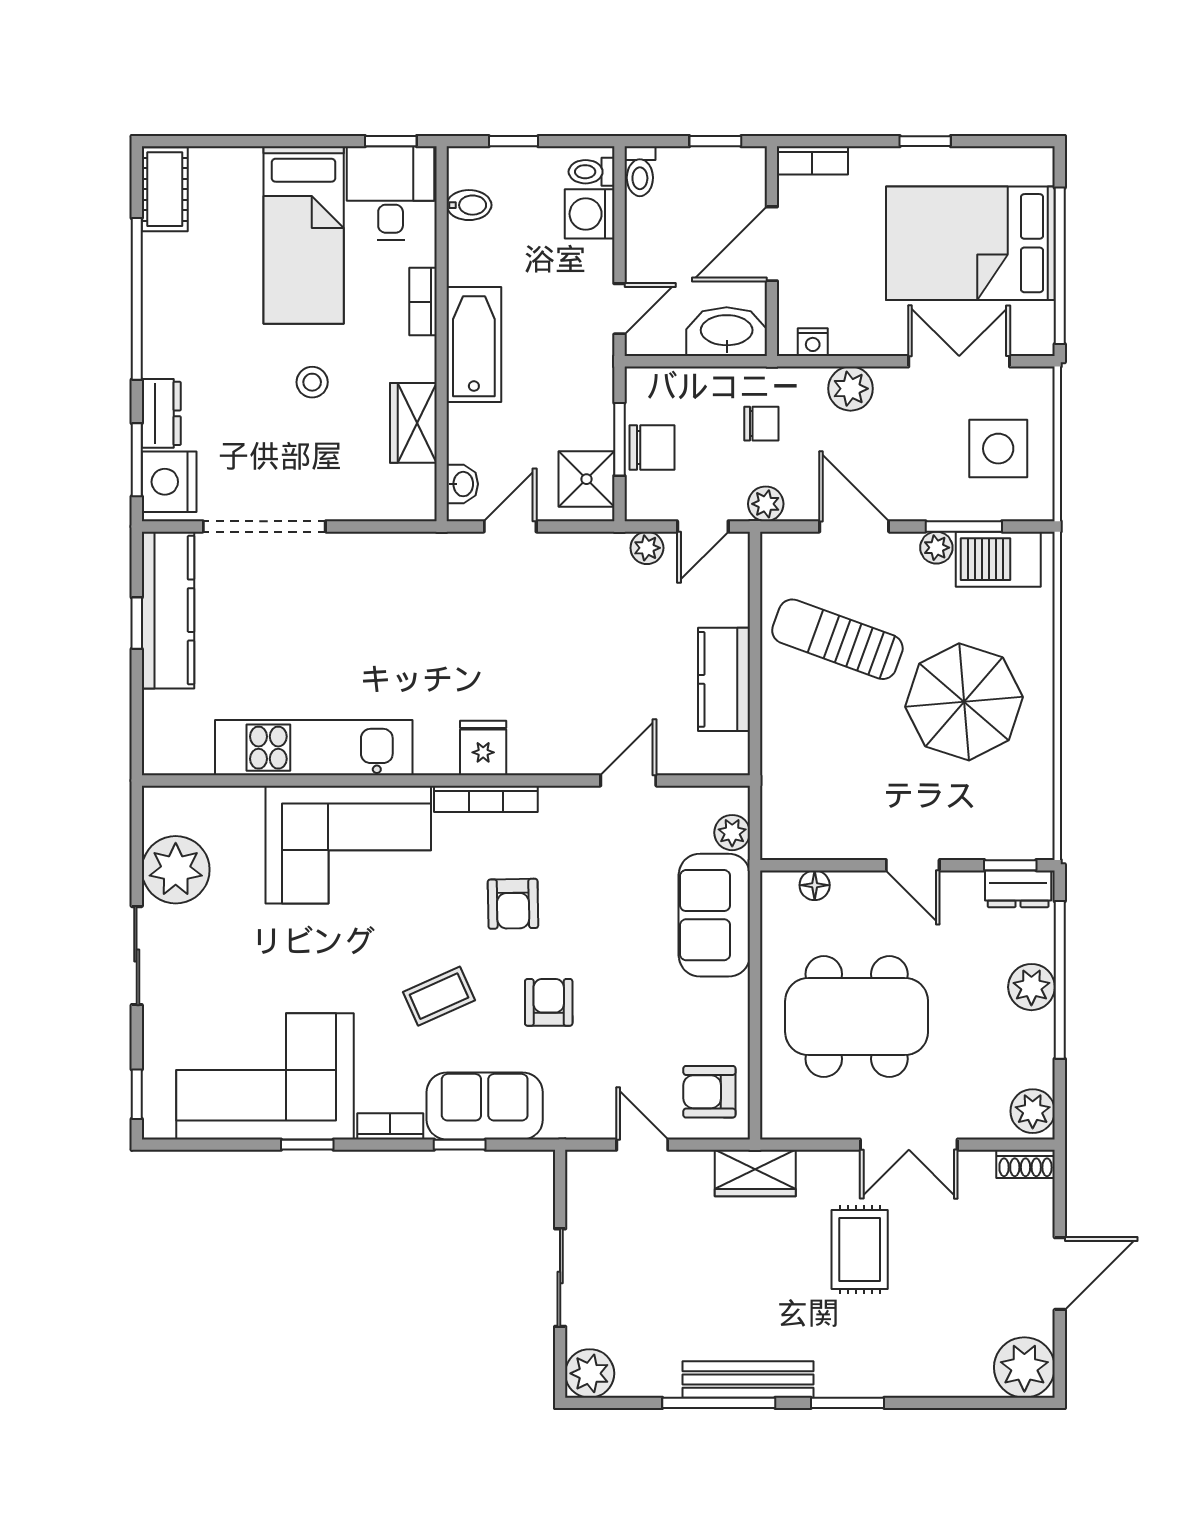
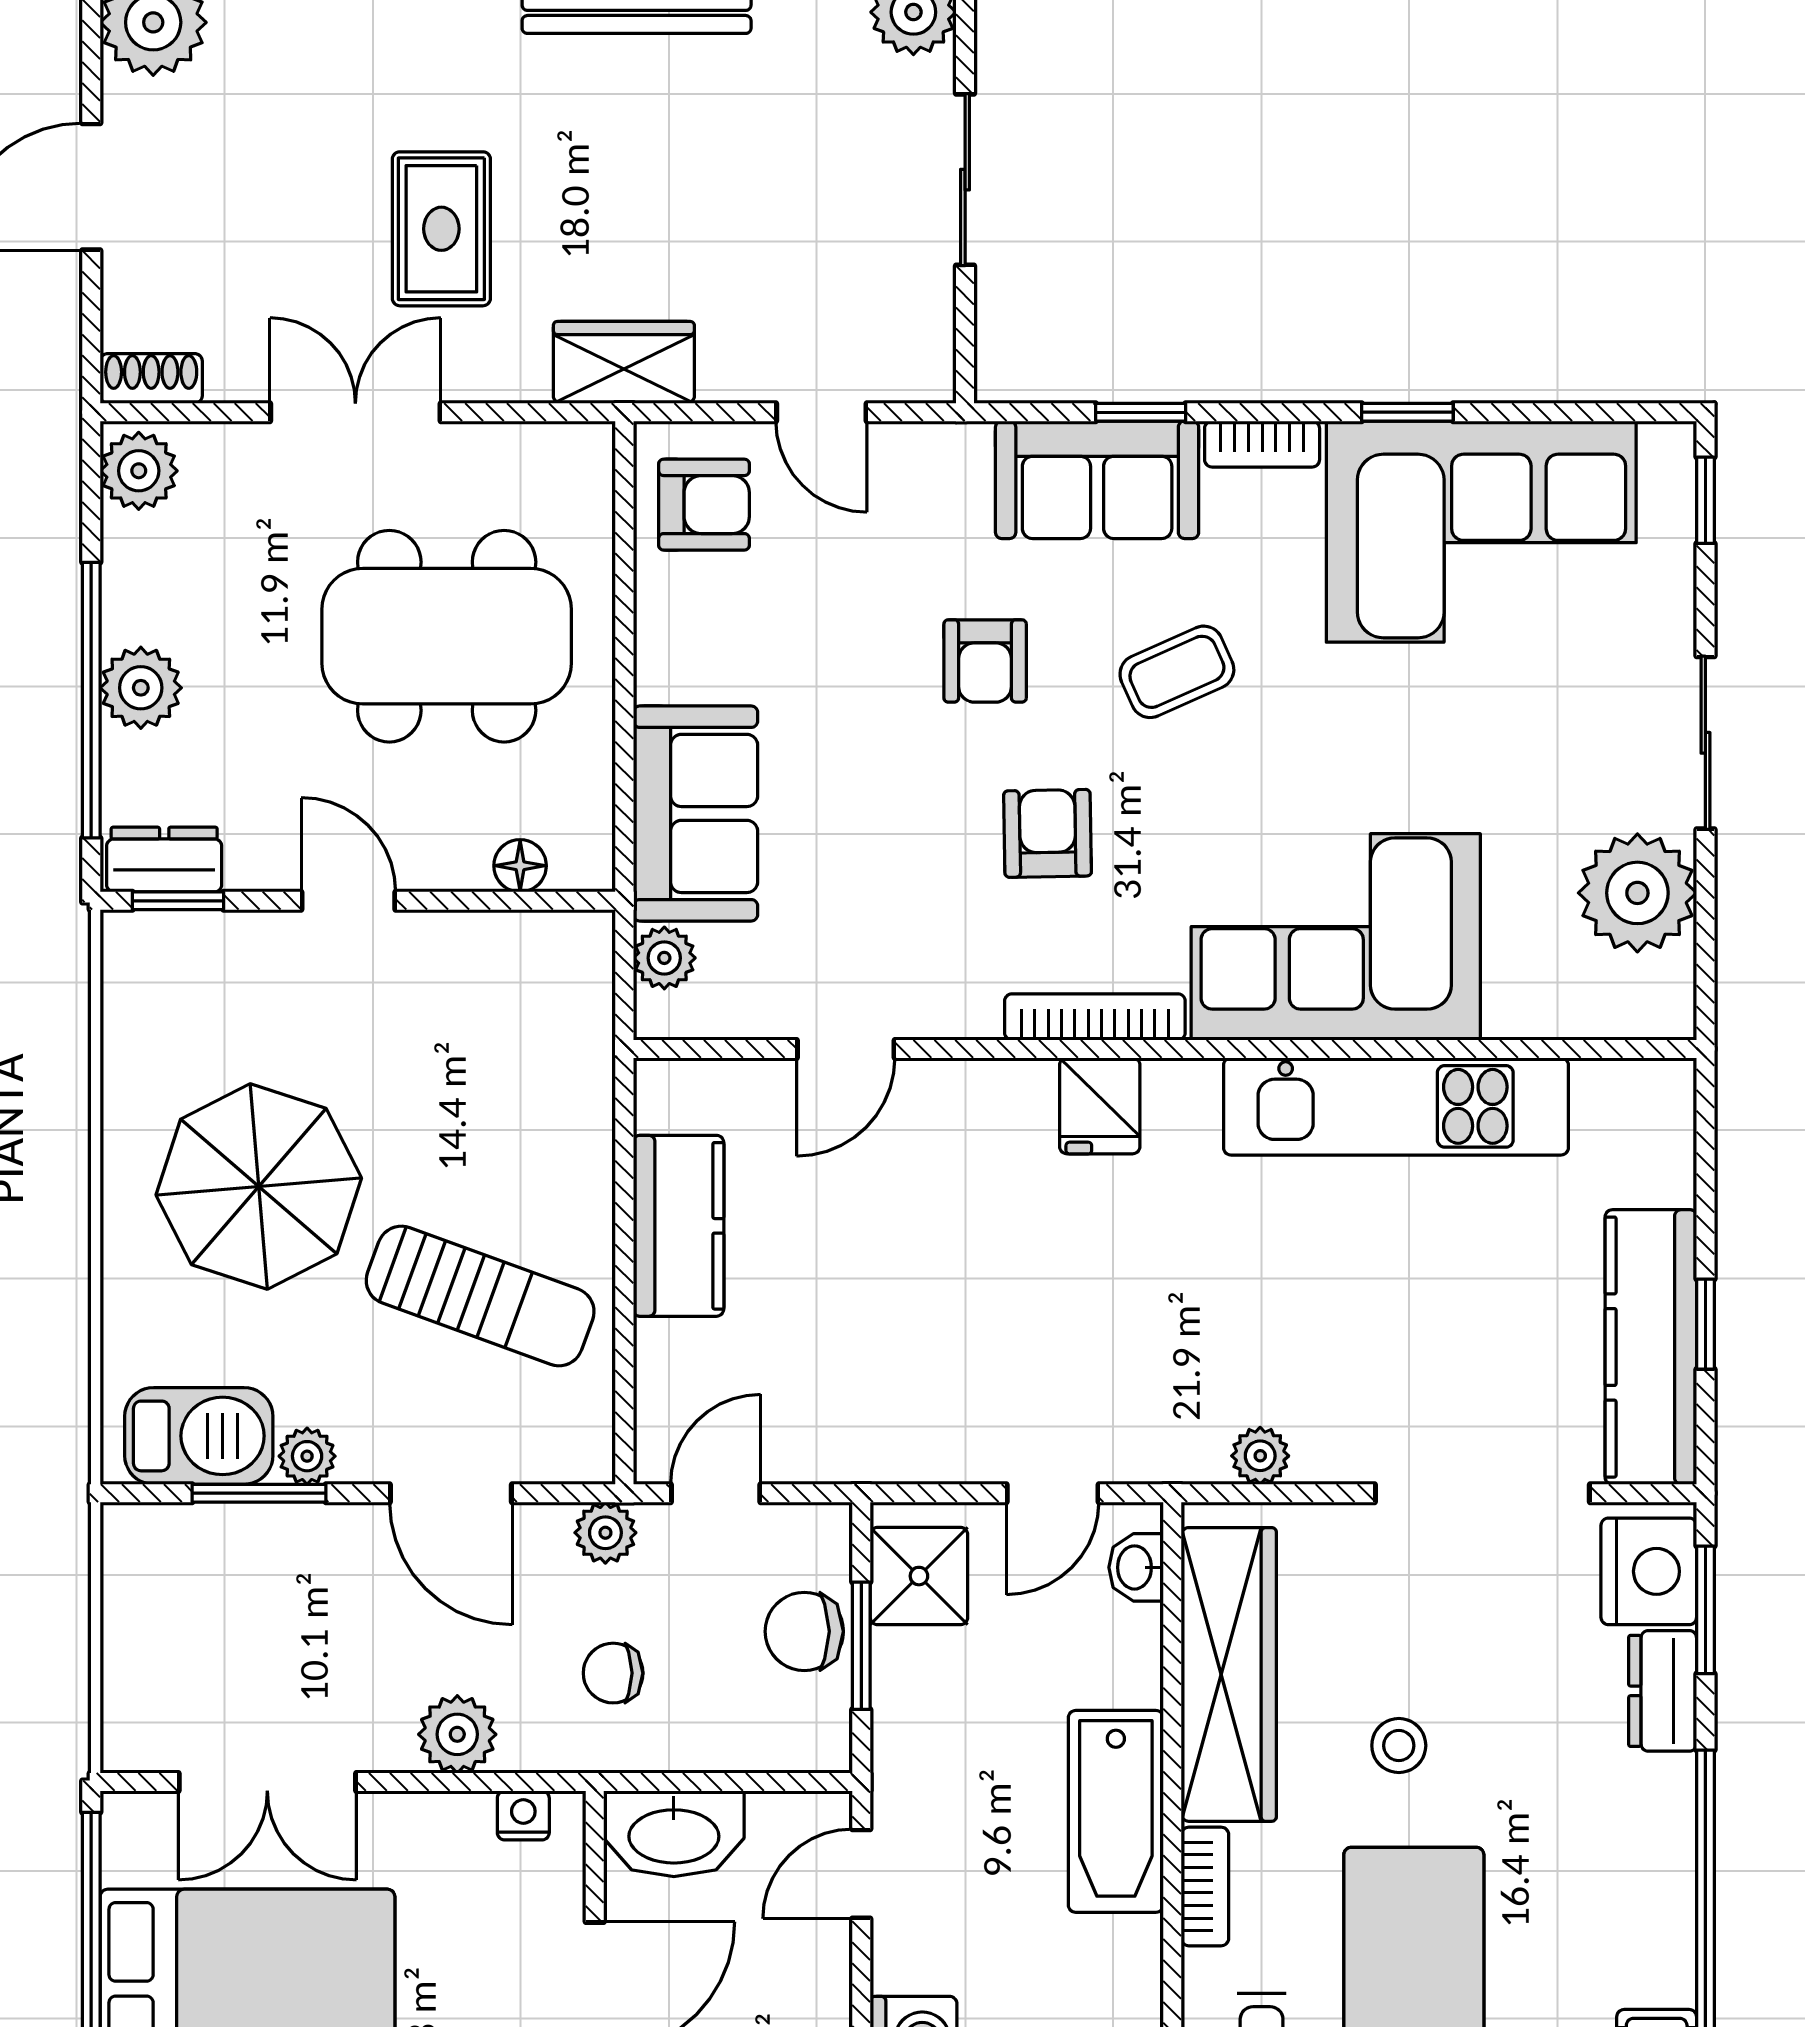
wardrobe: (413, 423) -> (1229, 1674), width x2.10, depth x1.17
side table: (998, 449) -> (199, 1629), removed
plant: (647, 548) -> (1260, 1456), moved

